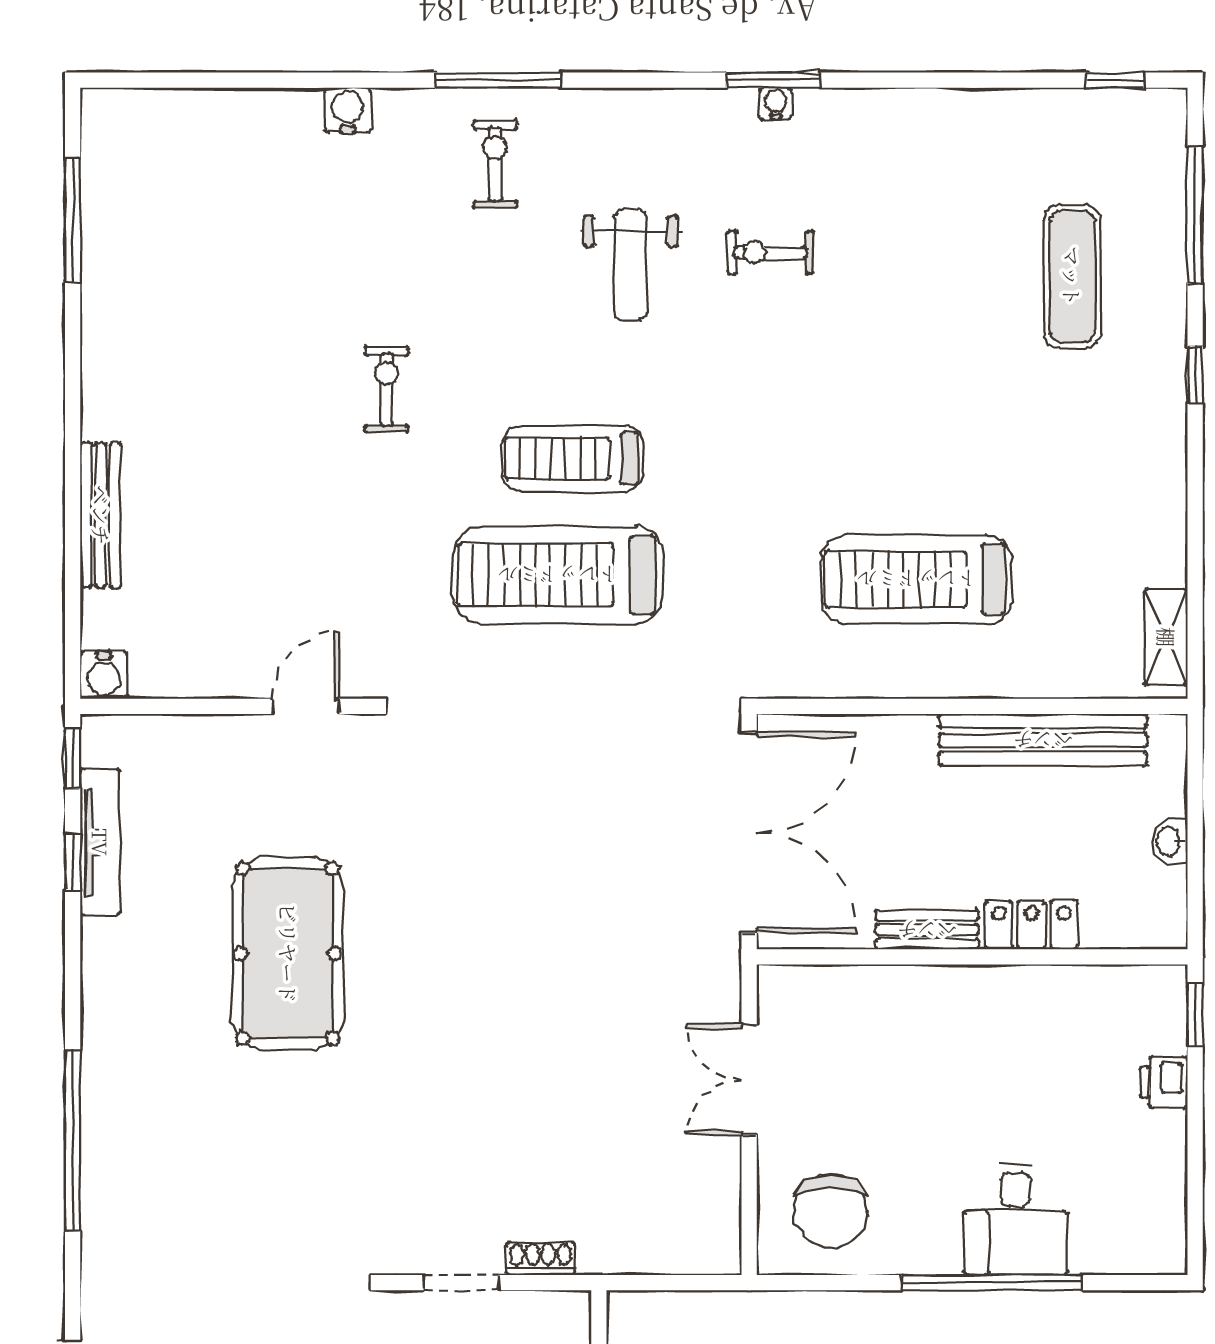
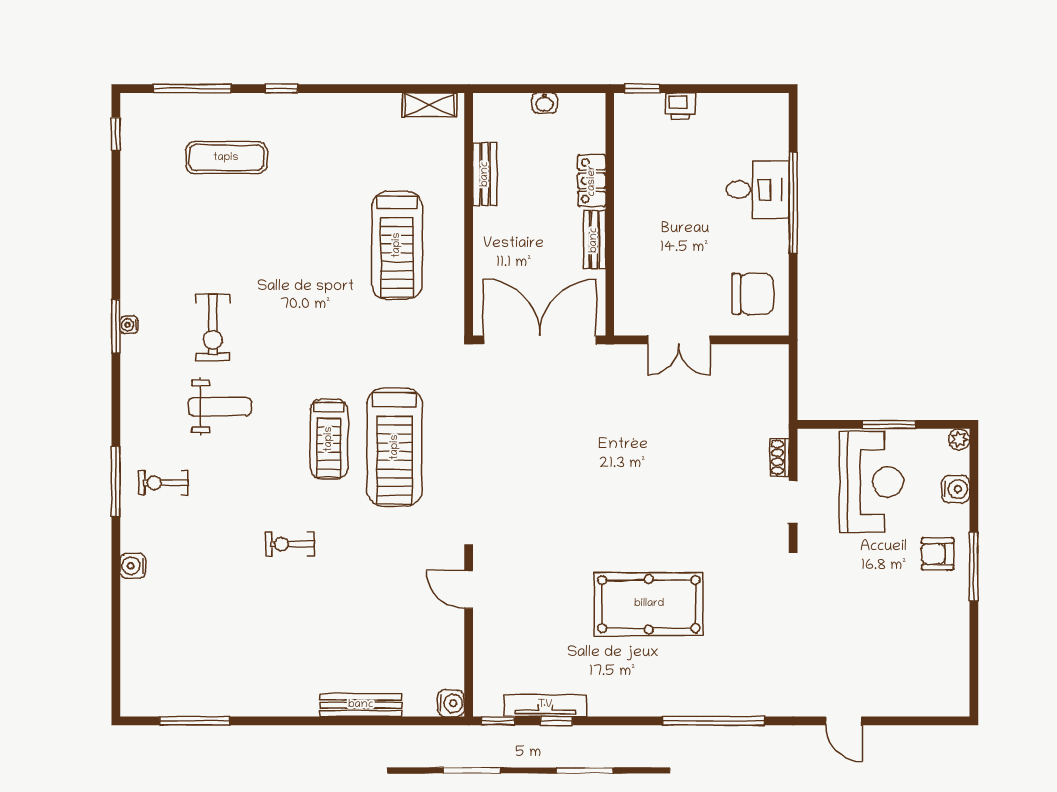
exercise bike: (771, 253) -> (213, 328), width x1.38, depth x1.39
bench: (1043, 740) -> (485, 174), width x0.54, depth x0.82
pool table: (288, 953) -> (649, 604), moved

